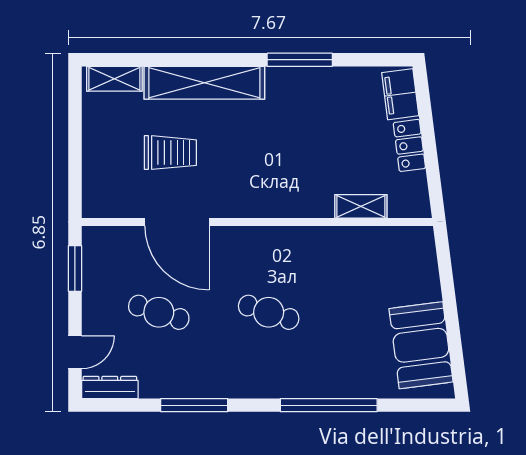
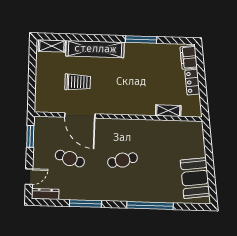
cafe table: (269, 312) -> (123, 160), turned -33

